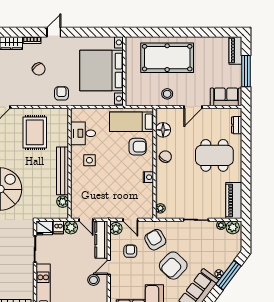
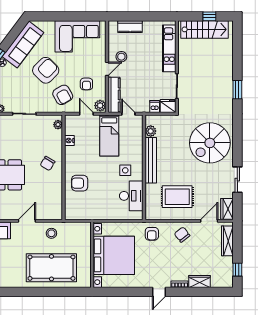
chair: (39, 69) -> (182, 235), moved
bed: (132, 122) -> (109, 136), moved, turned 90
floor lamp: (163, 130) -> (55, 199), removed
rug: (35, 132) -> (177, 197), turned 90
desk: (83, 133) -> (131, 196), width x1.37
chair: (165, 157) -> (47, 163), moved
nightstand: (148, 177) -> (69, 141), moved
plant: (71, 227) -> (143, 106), removed

